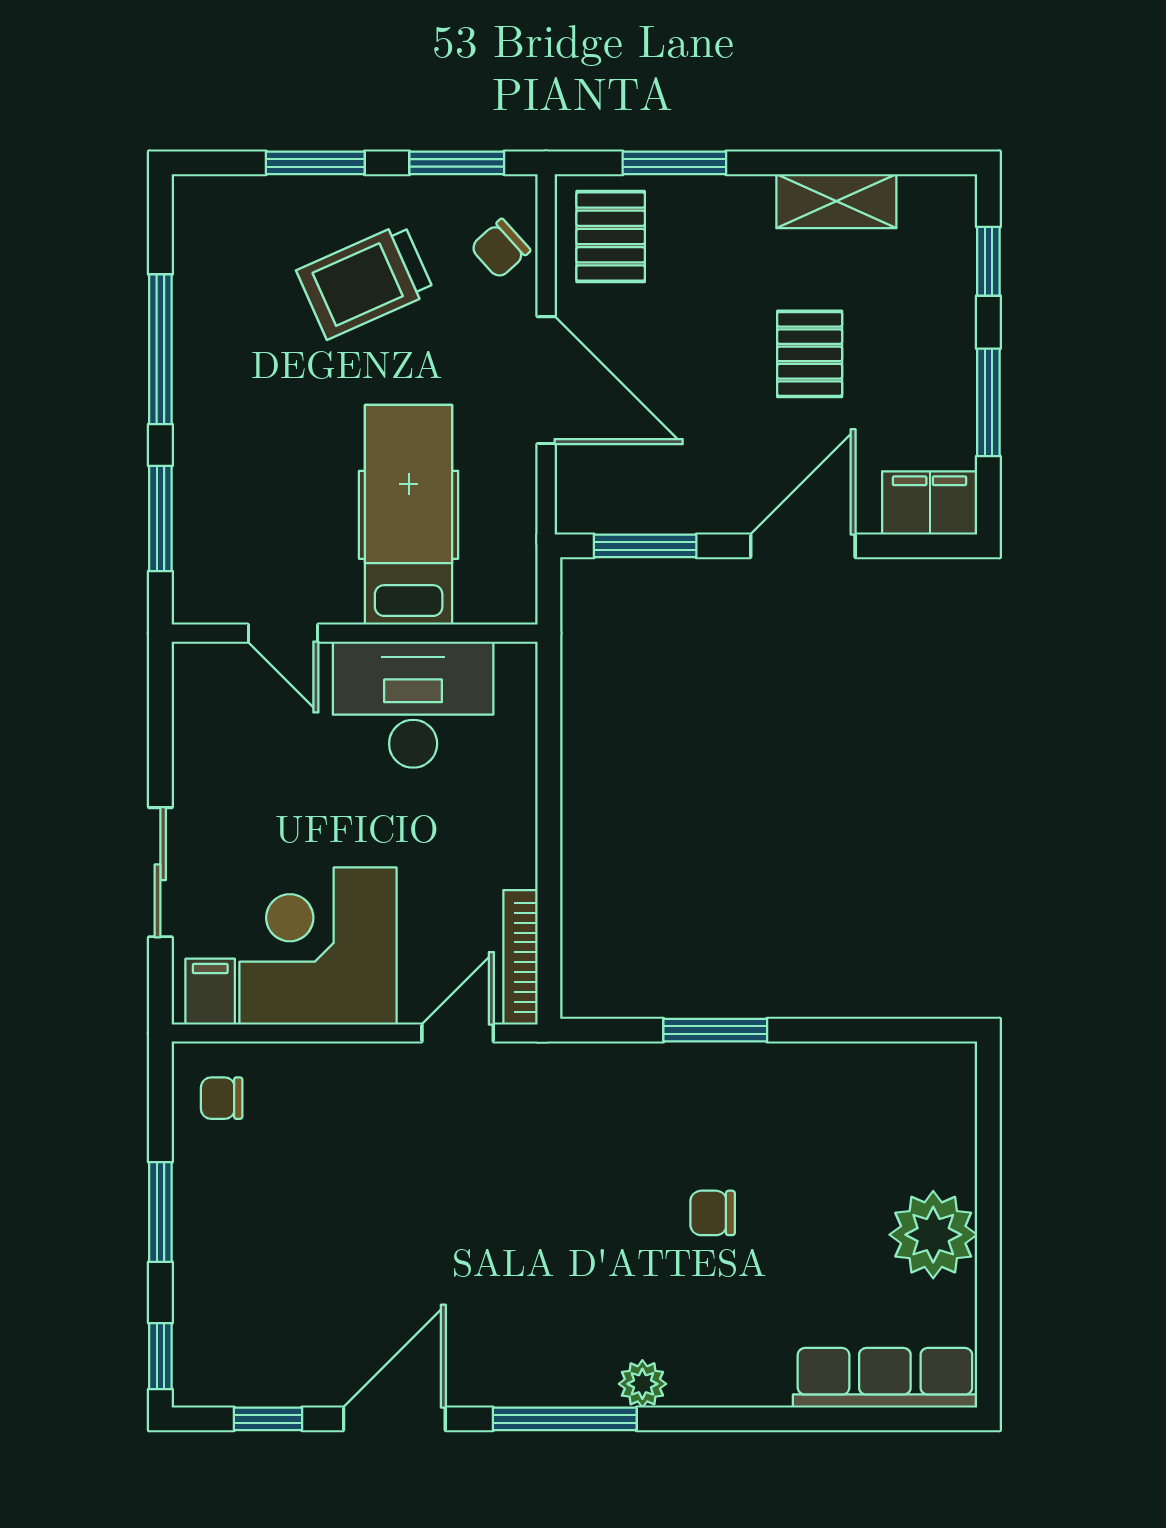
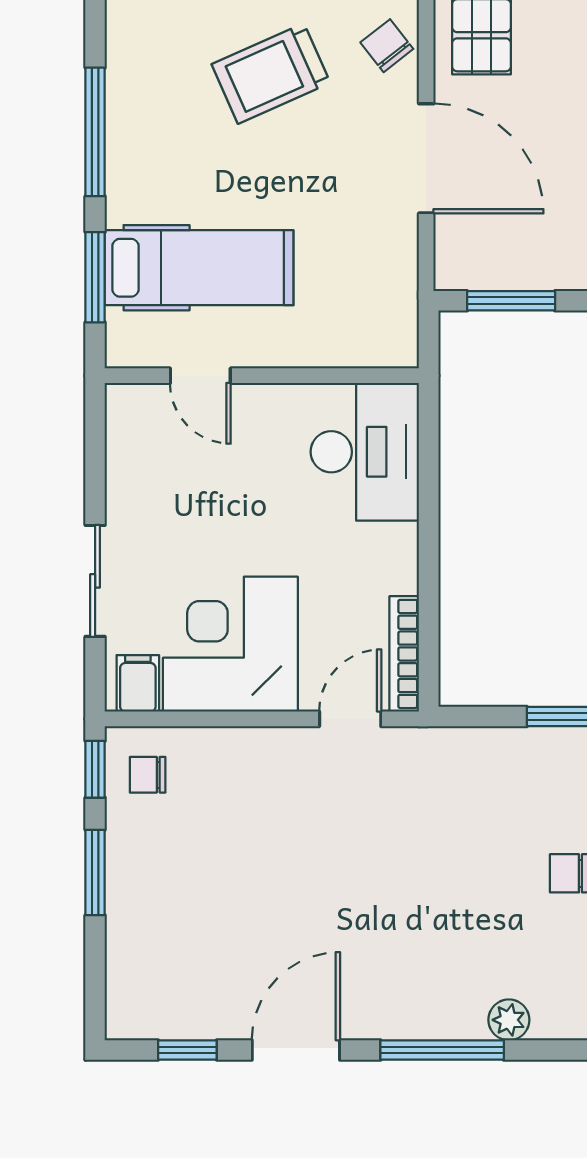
chair: (500, 249) -> (387, 46), turned 94
hospital bed: (409, 515) -> (199, 268), moved, turned 90
desk: (413, 705) -> (365, 452), moved, turned 90
window: (160, 1356) -> (95, 769), moved

